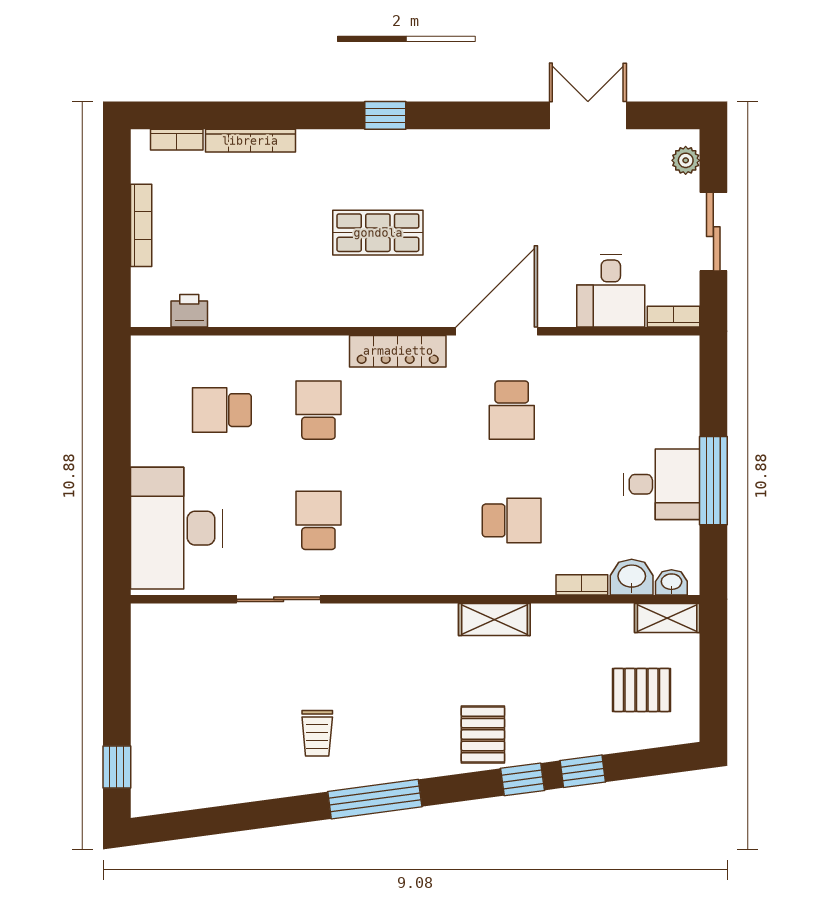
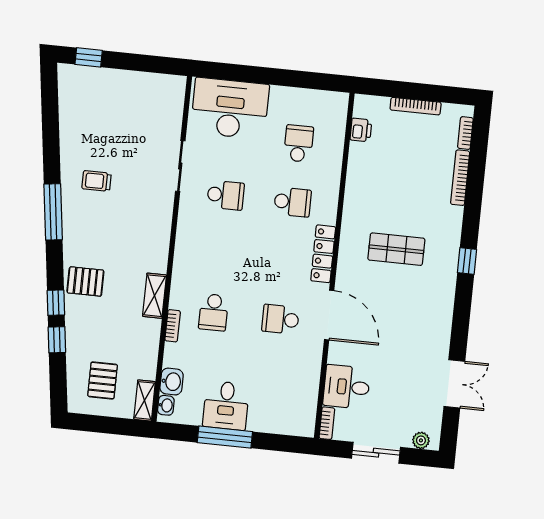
shop shelf: (378, 233) -> (396, 249), turned 90
bookcase: (582, 585) -> (173, 326), moved

